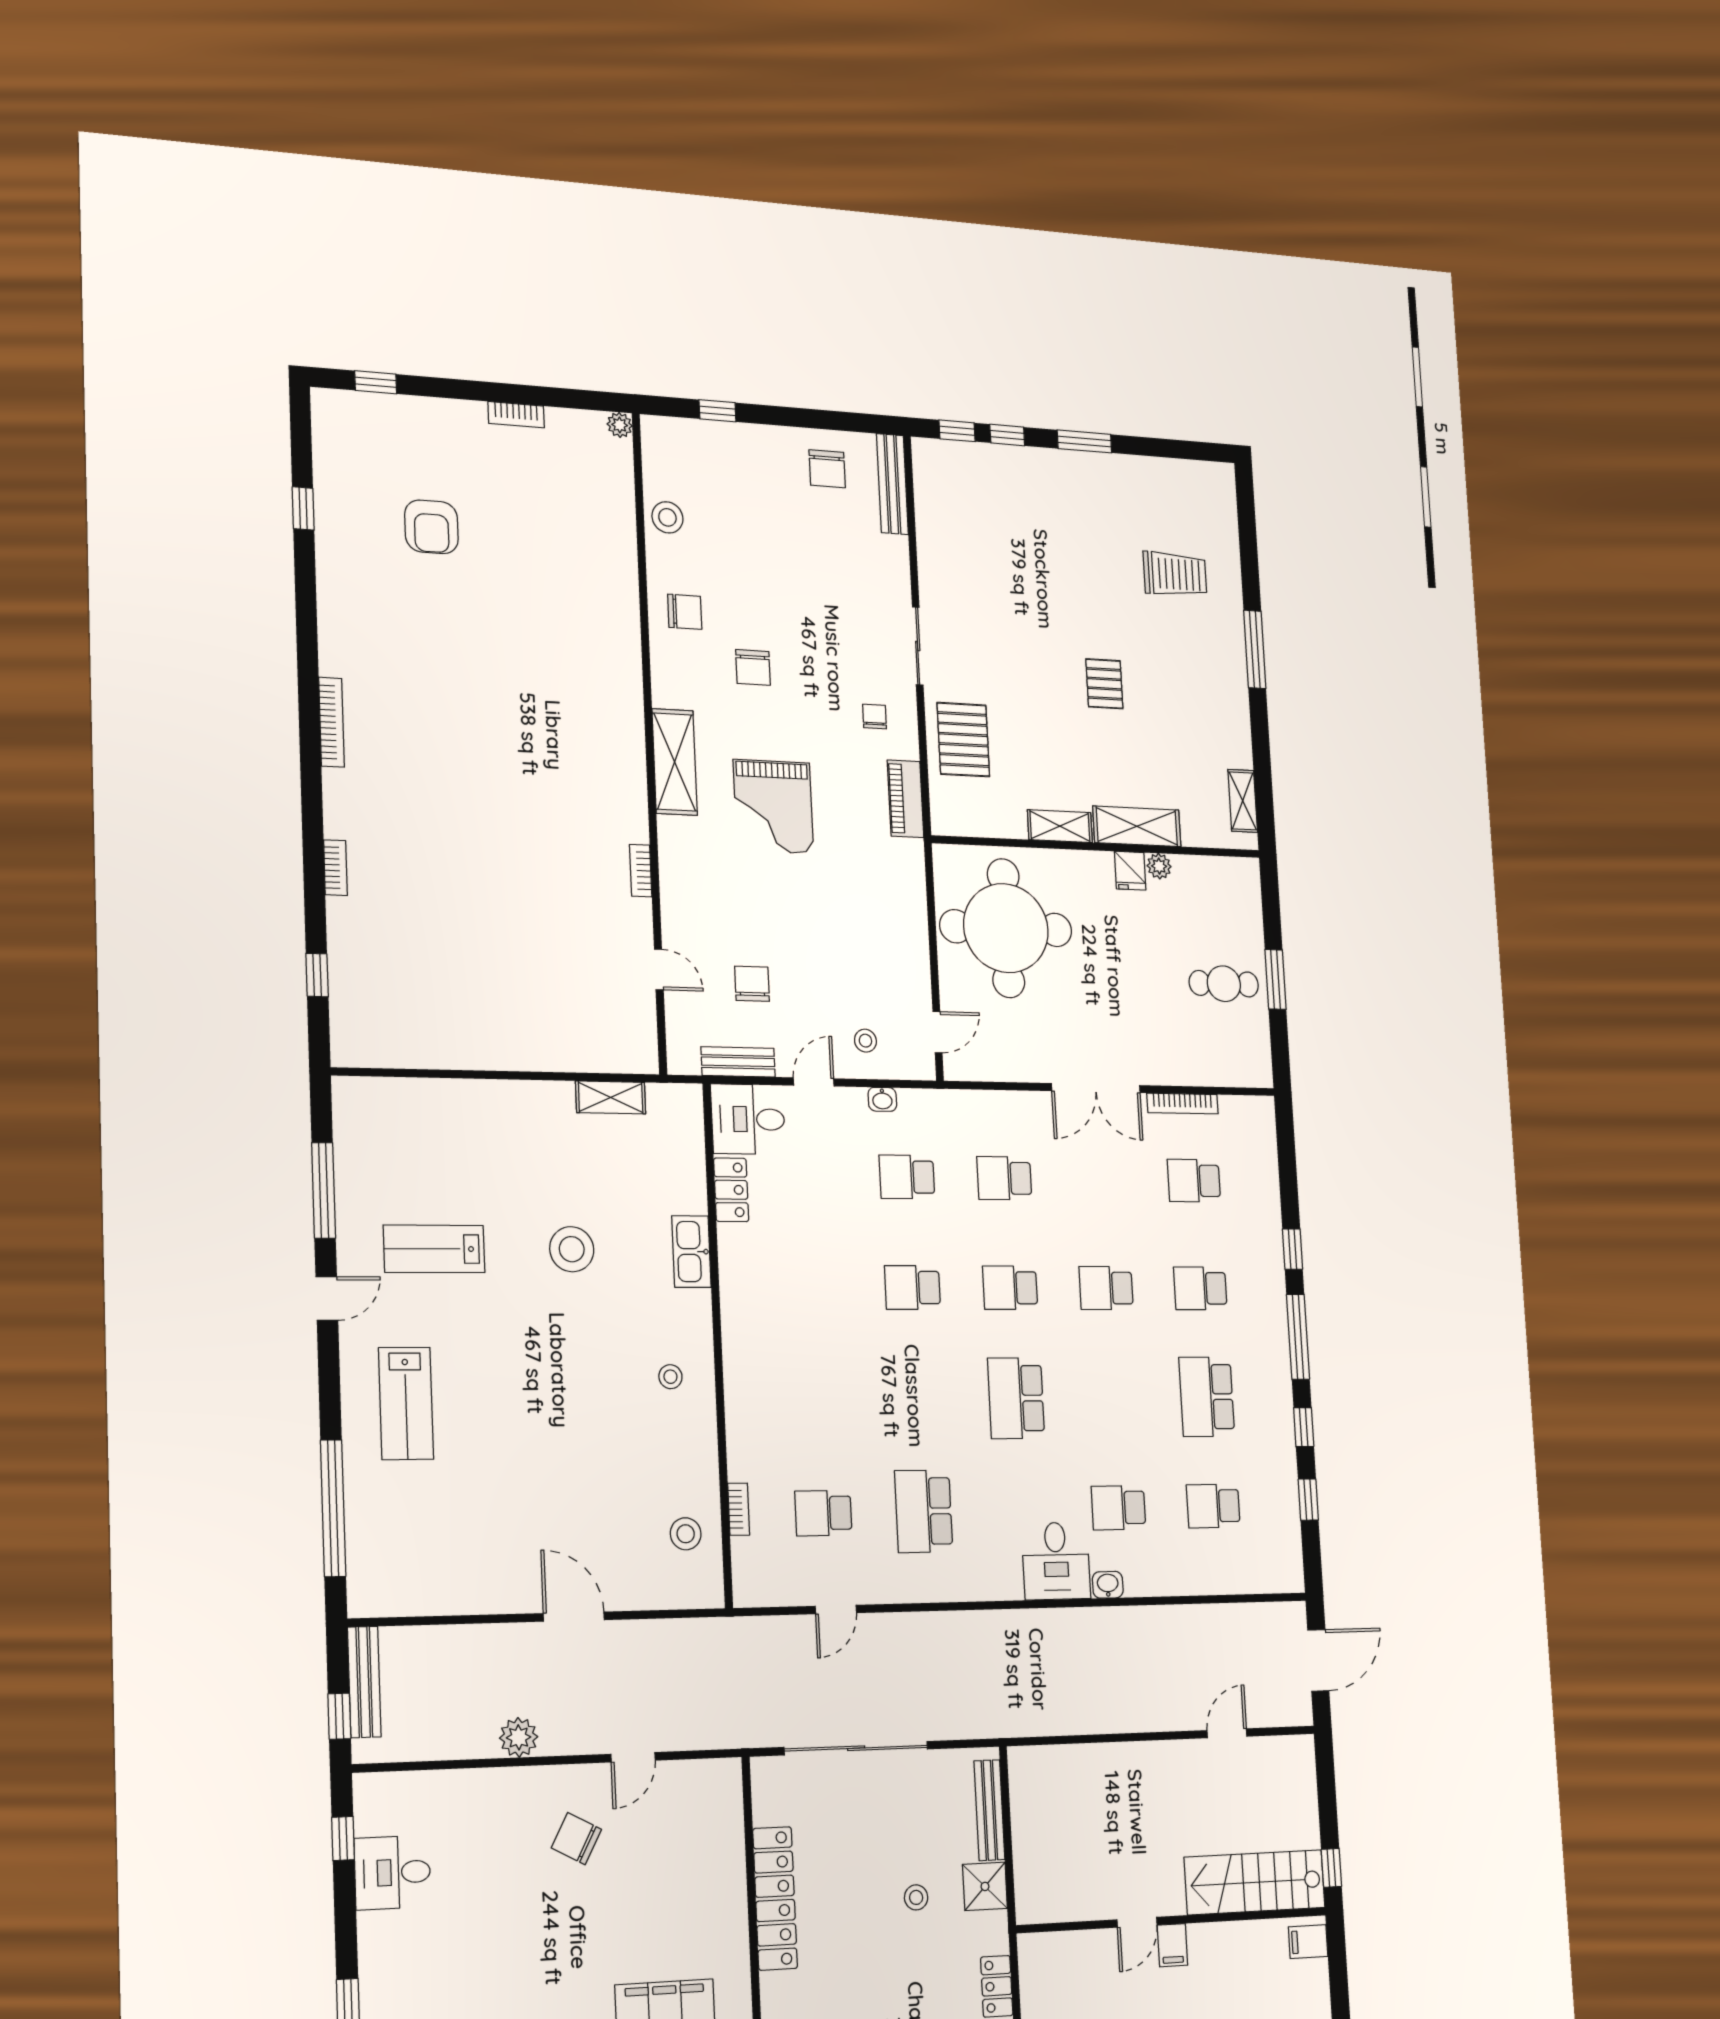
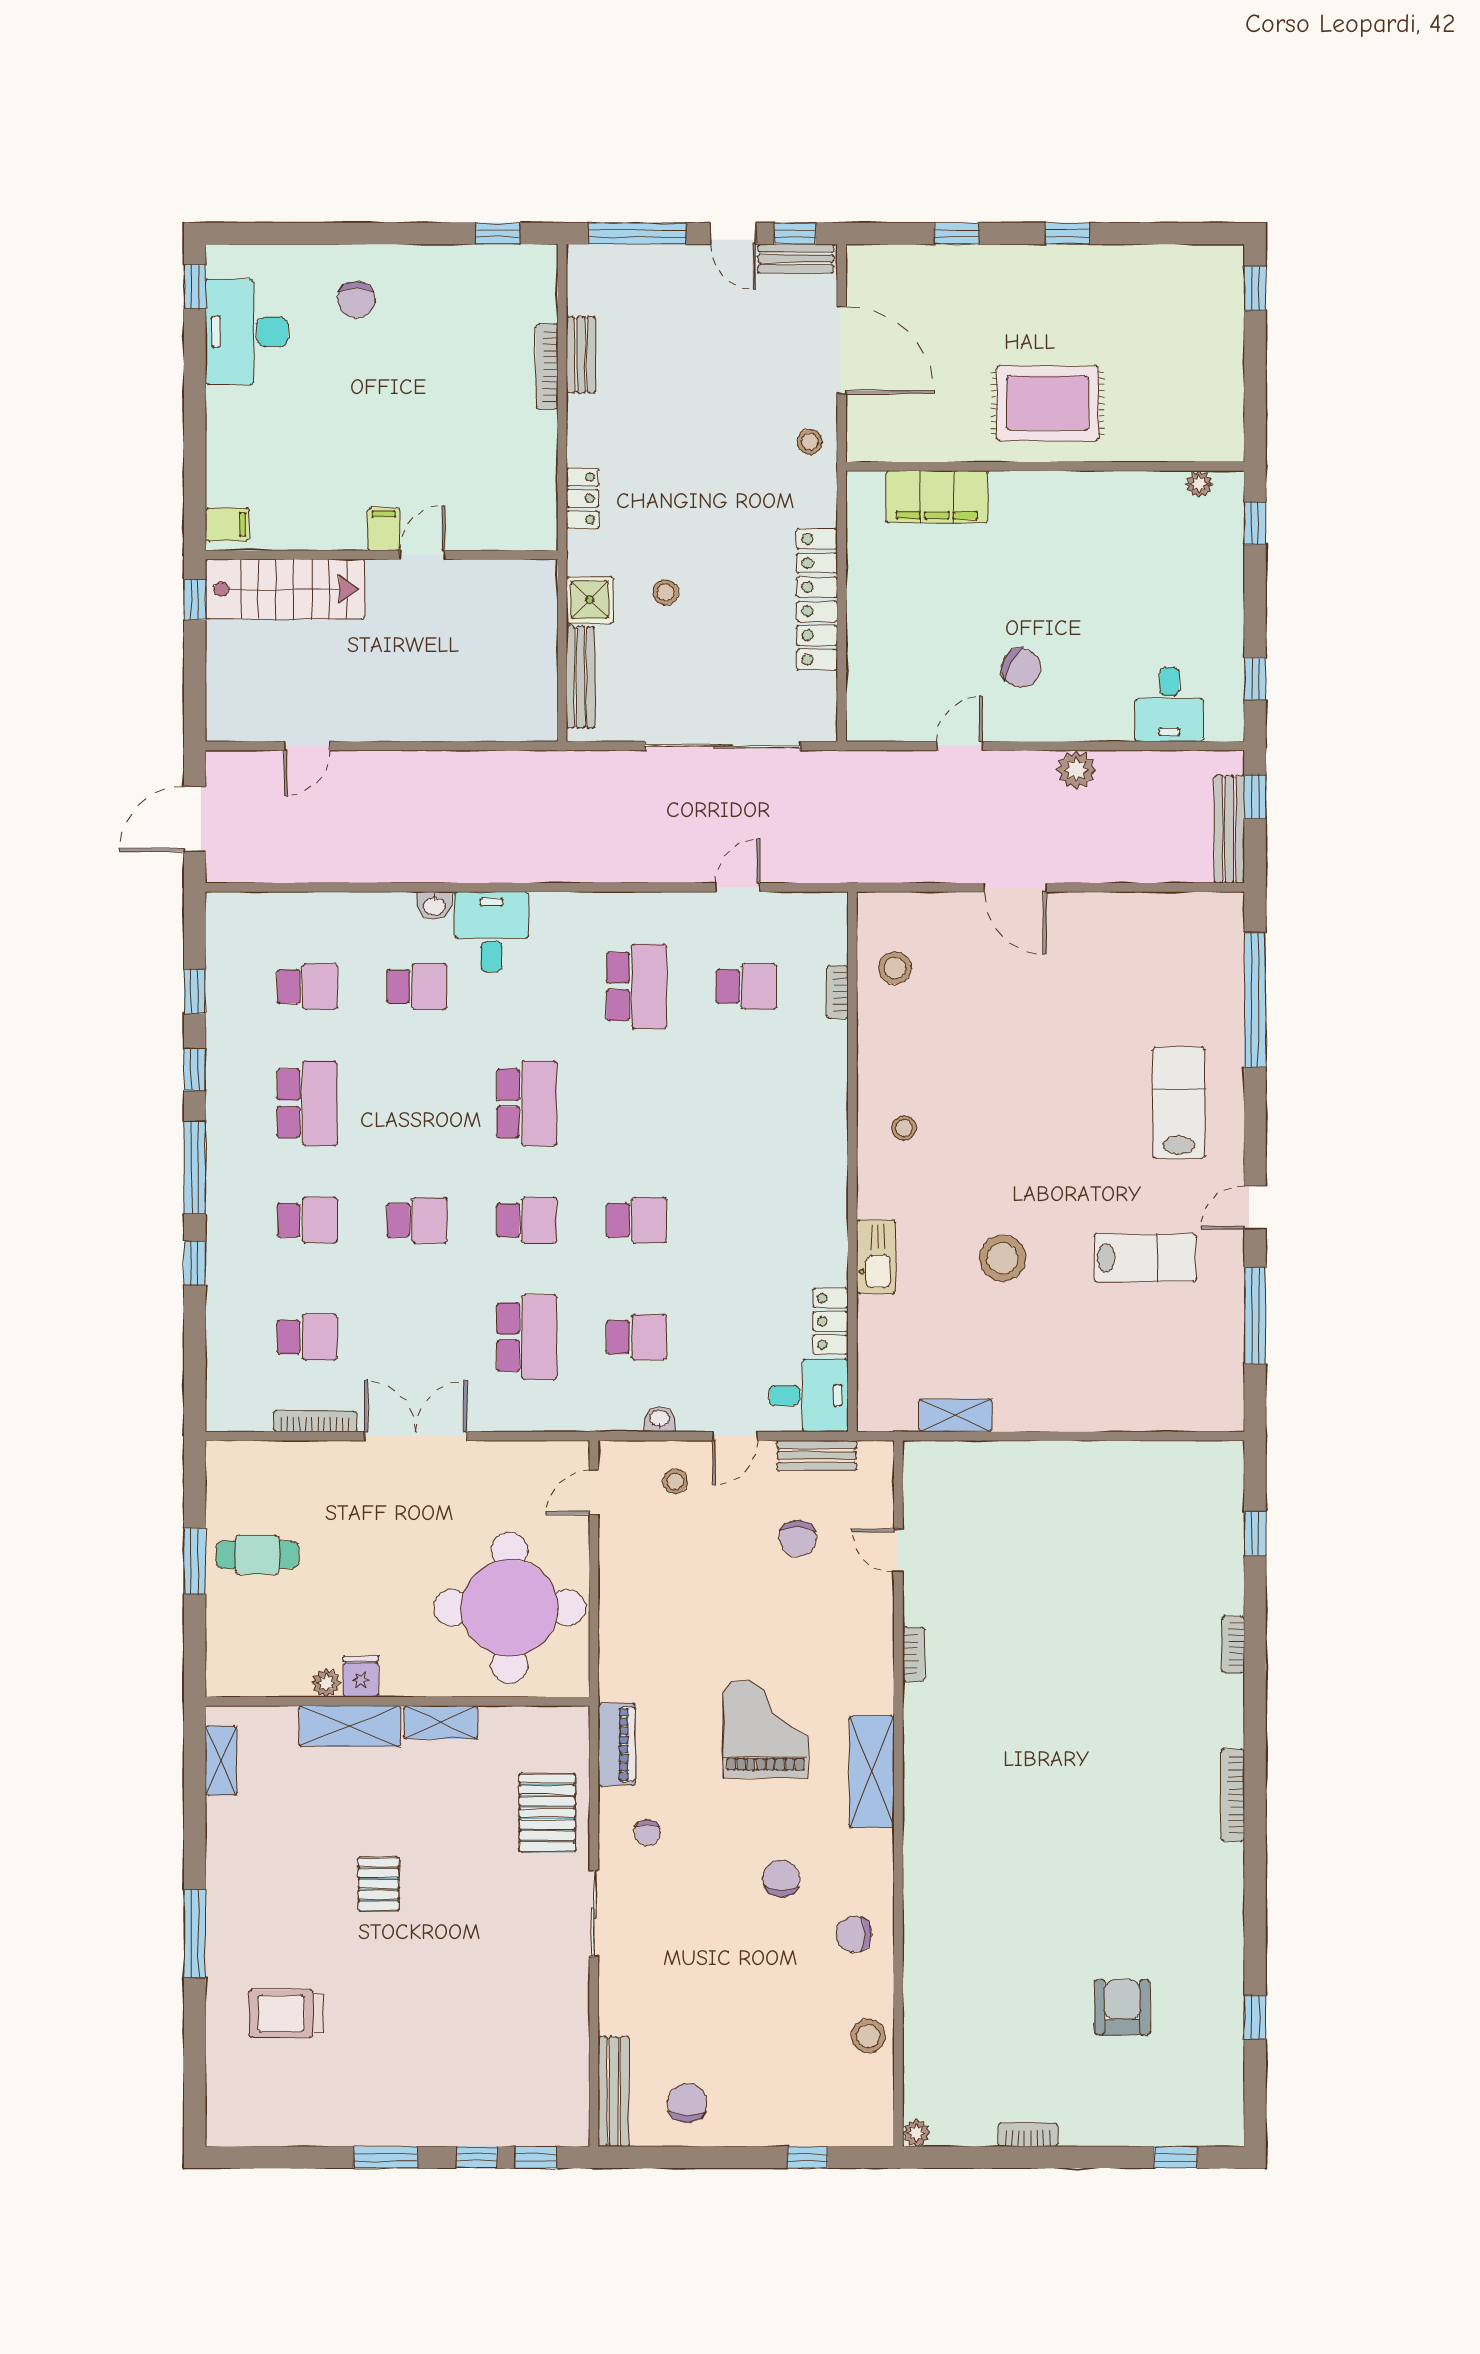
school desk: (1004, 1178) -> (527, 1337), width x1.85
desk: (393, 1873) -> (1169, 704), moved, turned 90

